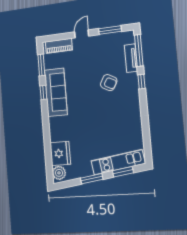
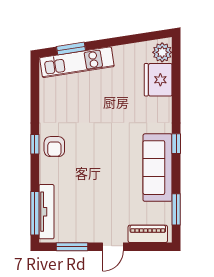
tv unit: (131, 58) -> (46, 212), width x1.41
window: (141, 82) -> (35, 144), moved
armchair: (109, 83) -> (54, 147), moved, turned -119
window: (43, 93) -> (176, 144), moved
window: (92, 179) -> (116, 42), removed

